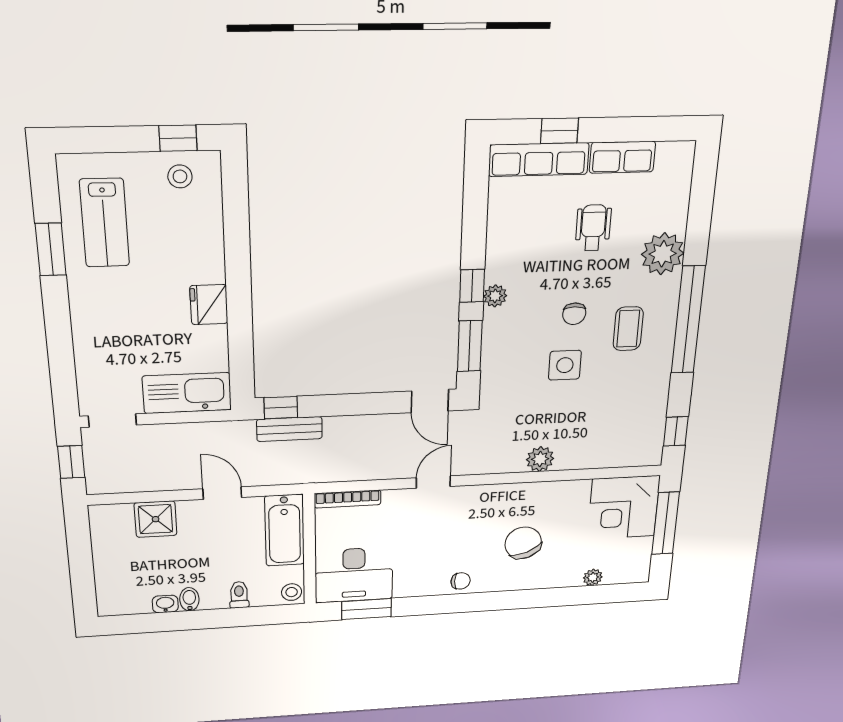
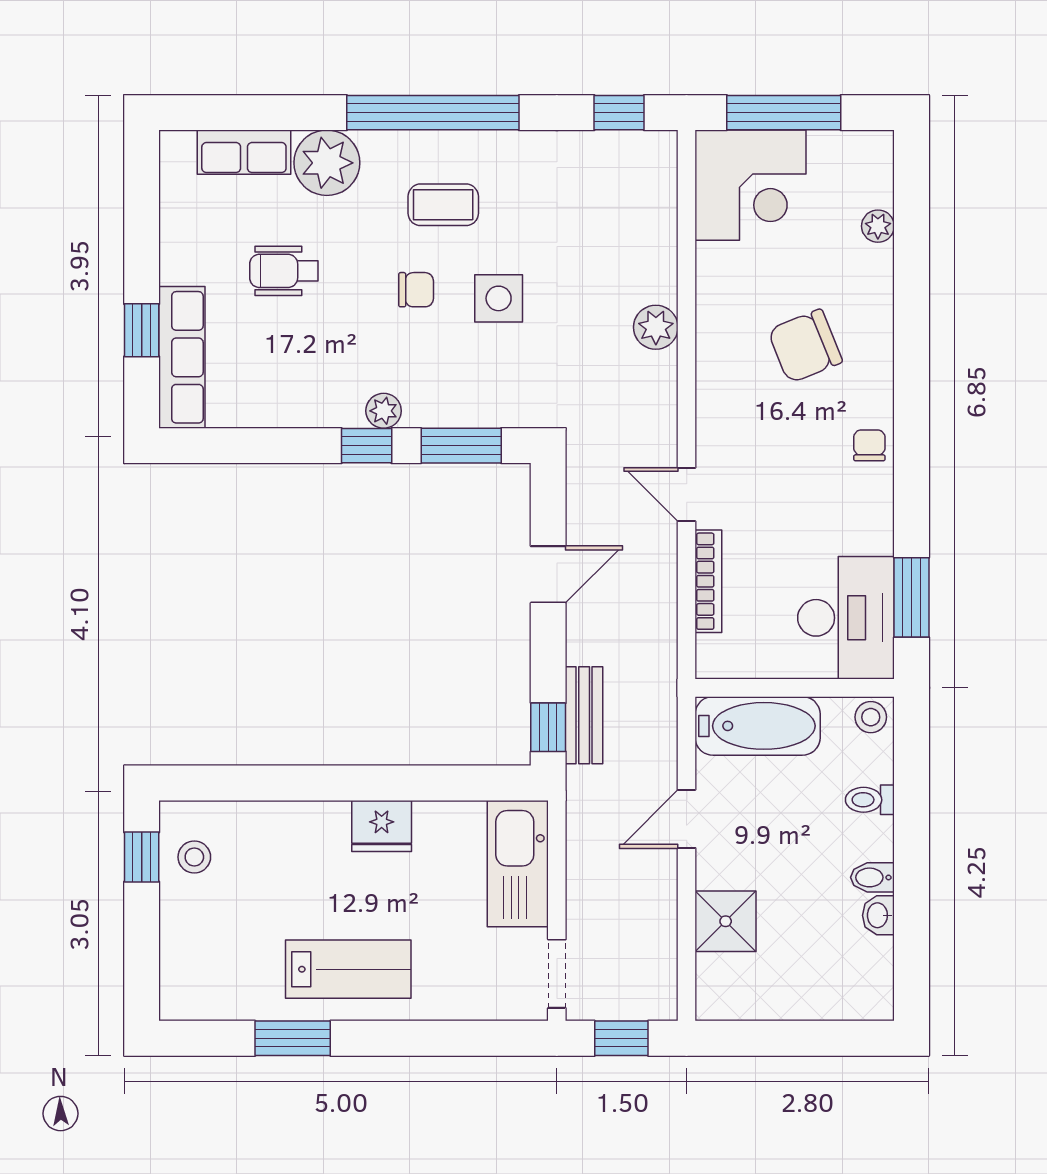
row of seats: (622, 157) -> (244, 152), moved, turned 90
lab bench: (105, 223) -> (348, 969), moved
door: (430, 401) -> (548, 574), moved
bookcase: (348, 499) -> (708, 581), moved

